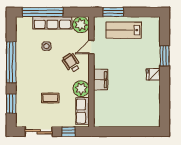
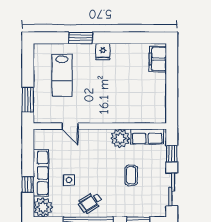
window: (43, 12) -> (28, 185), width x0.32
plant: (81, 25) -> (43, 207), moved
lab bench: (124, 30) -> (62, 75), moved
wheelchair: (71, 63) -> (90, 203), moved
filing cabinet: (101, 80) -> (158, 59), moved, turned -90

